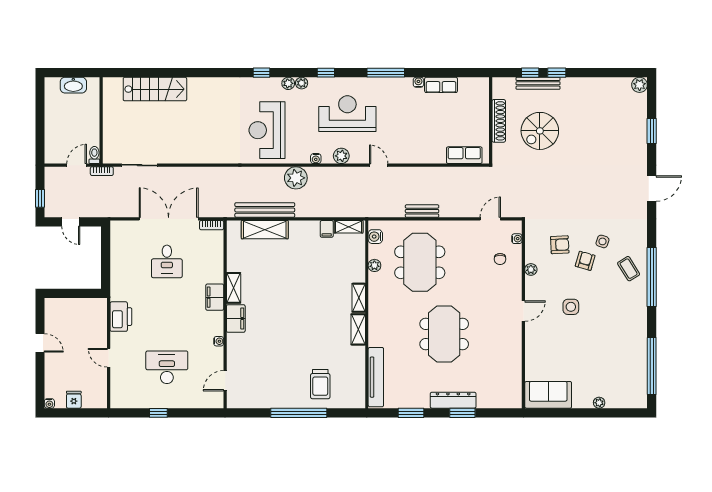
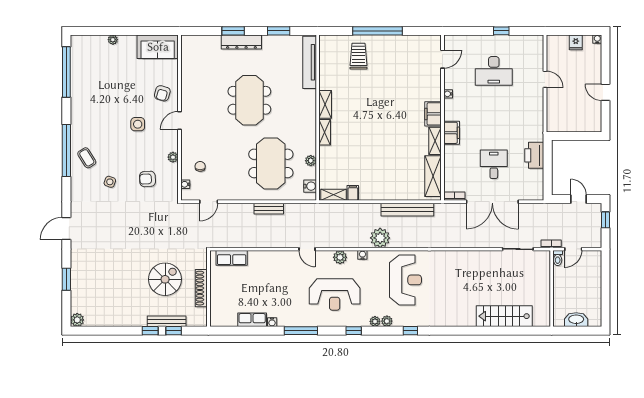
shelving: (265, 230) -> (433, 176), moved, turned 90
armchair: (585, 261) -> (162, 93), moved
printer: (121, 317) -> (534, 155), moved

